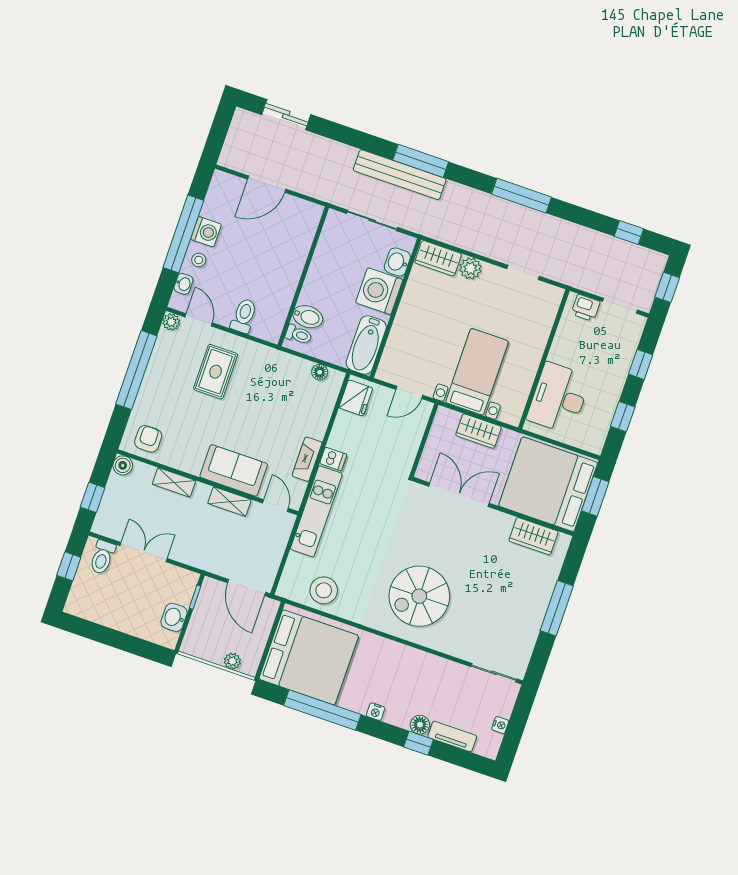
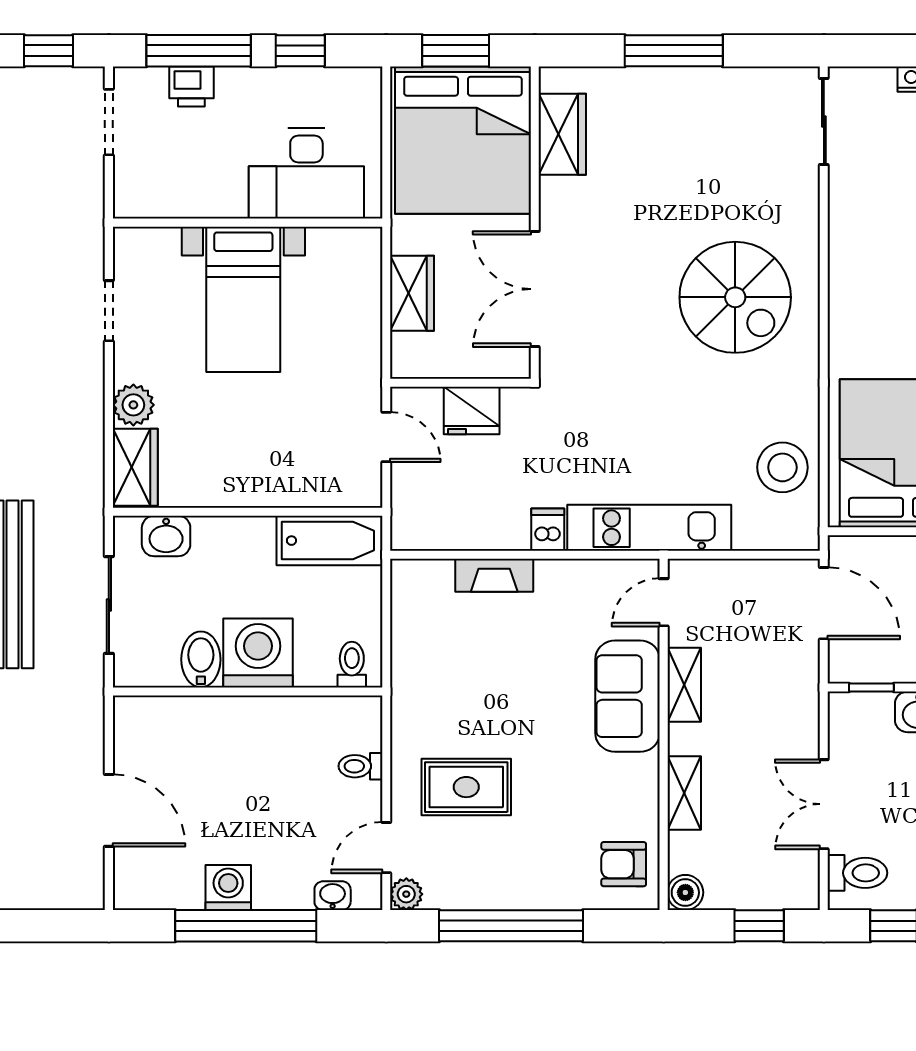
stool: (199, 260) -> (282, 883), removed
washing machine: (379, 291) -> (258, 653), moved, turned 180
printer: (586, 308) -> (191, 86), moved, turned 90
toilet: (244, 316) -> (360, 766), width x0.73, depth x0.72
bidet: (308, 317) -> (201, 659), moved
window: (641, 364) -> (199, 51), width x2.17
floor lamp: (320, 372) -> (405, 605), removed
bed with nightstands: (477, 372) -> (243, 299), moved, turned -90
fridge: (356, 398) -> (472, 411), moved, turned 180
fireplace: (307, 459) -> (494, 575), moved
door: (247, 588) -> (824, 603), hinge flipped

